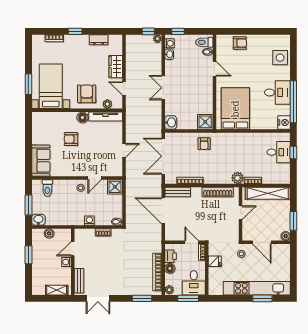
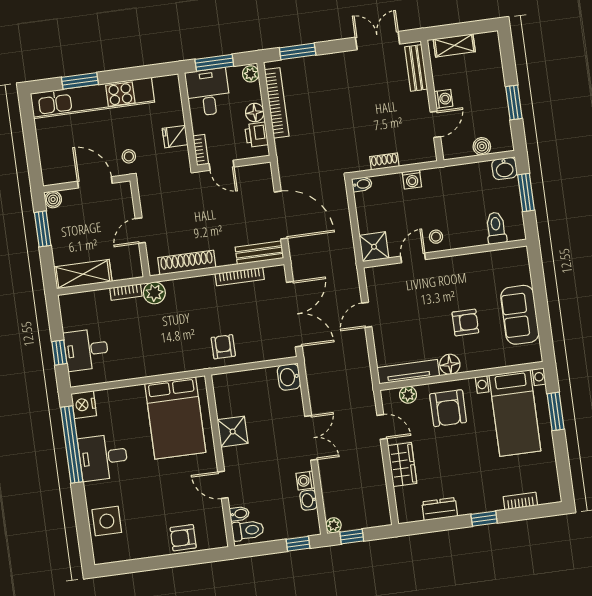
washing machine: (169, 43) -> (305, 481), moved
shower: (205, 122) -> (233, 432), moved
sofa: (41, 161) -> (520, 315), moved
shelving: (268, 193) -> (83, 274), width x0.68

